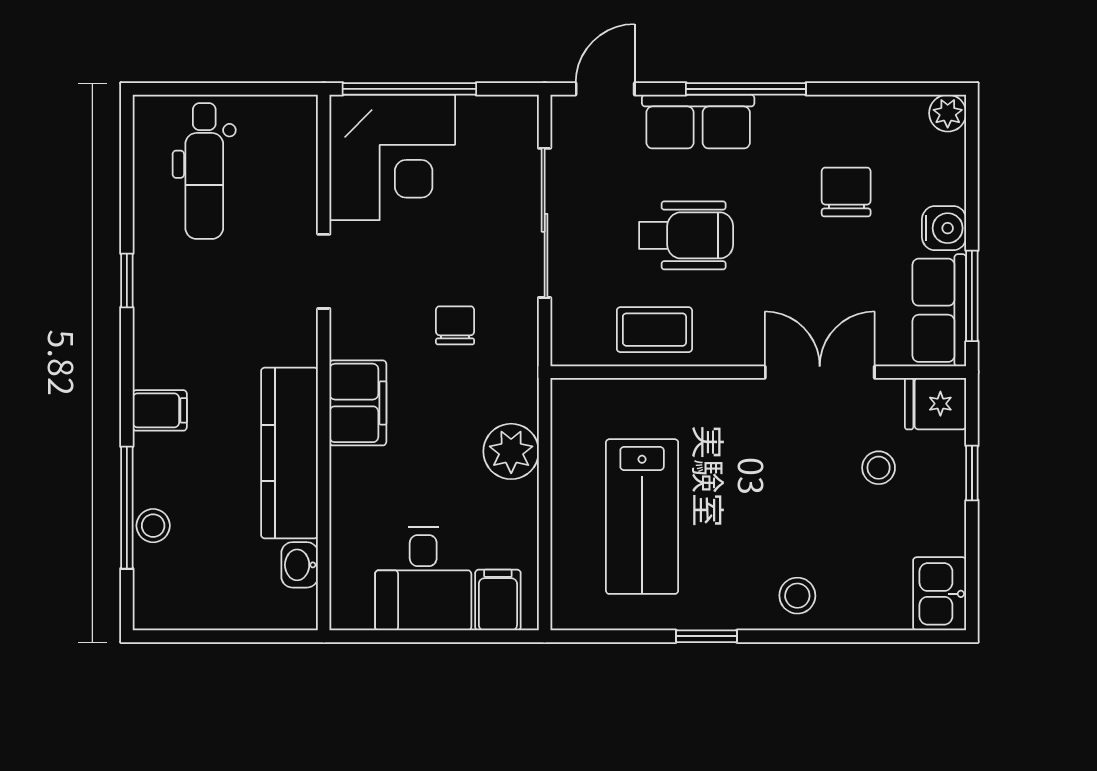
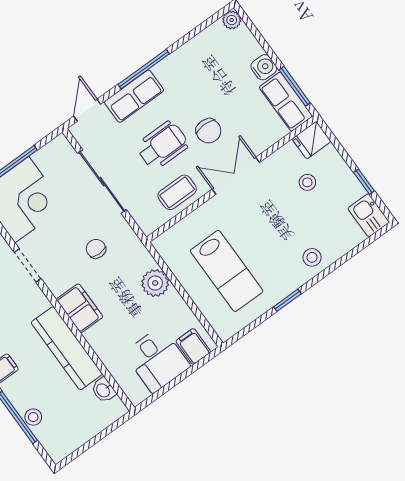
chair: (846, 192) -> (209, 131), moved, turned 180
double door: (820, 372) -> (236, 176), moved
window: (972, 473) -> (364, 182), moved

